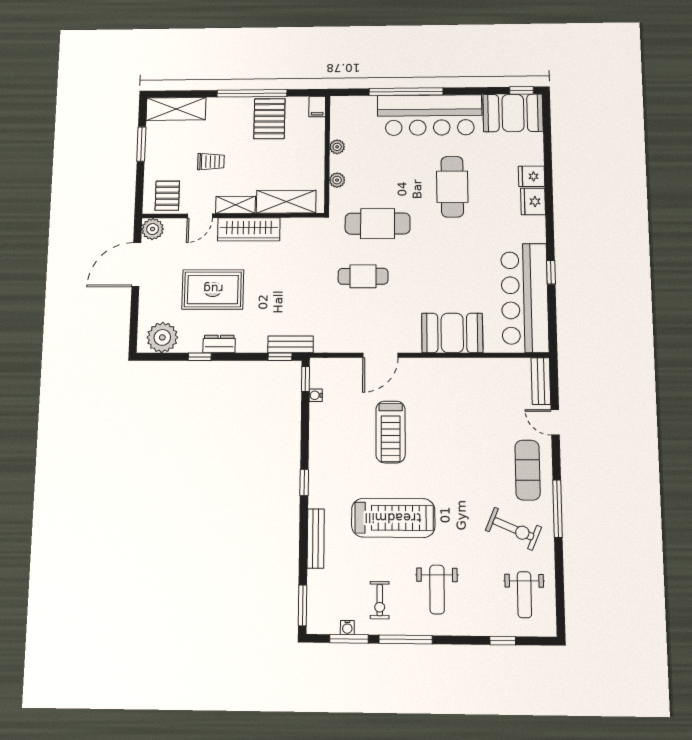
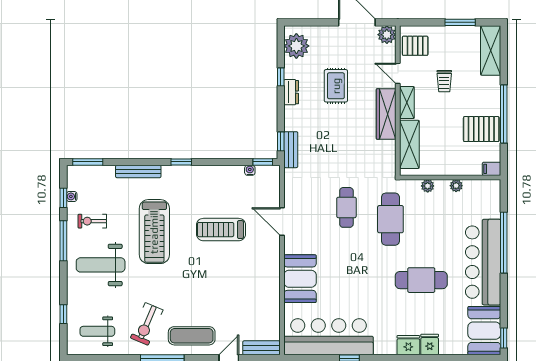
rug: (213, 289) -> (336, 86), width x0.73, depth x0.70
weight bench: (437, 589) -> (101, 265), width x1.36, depth x1.33
window: (349, 639) -> (63, 198), width x0.67

